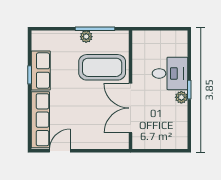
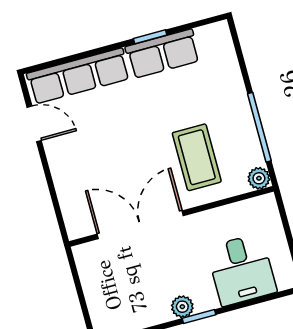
plant: (86, 37) -> (259, 178), moved
coffee table: (102, 67) -> (197, 157), width x0.73, depth x0.76
desk: (170, 73) -> (242, 270), moved

